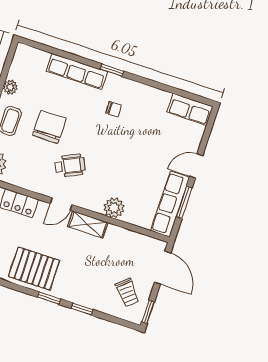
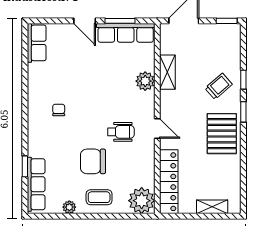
window: (112, 70) -> (25, 166), moved
row of seats: (77, 71) -> (36, 184), moved
wheelchair: (70, 166) -> (121, 132), turned 116
shelving: (88, 225) -> (167, 72), moved
trolley: (127, 293) -> (219, 86), moved

